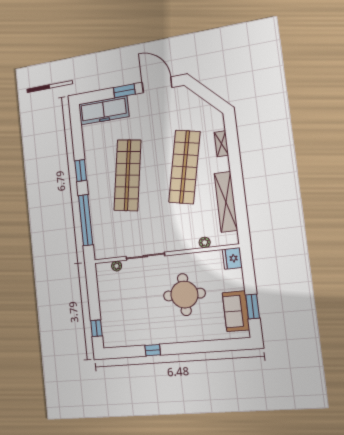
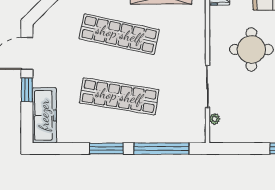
window: (81, 171) -> (106, 149), width x1.44
plant: (205, 243) -> (200, 22), removed

